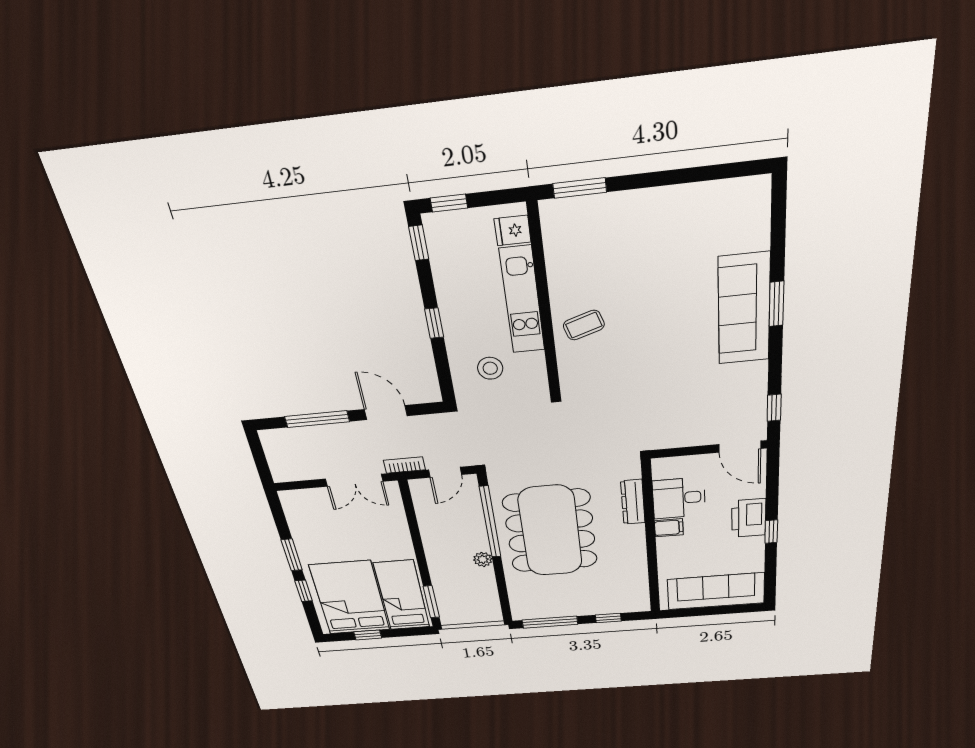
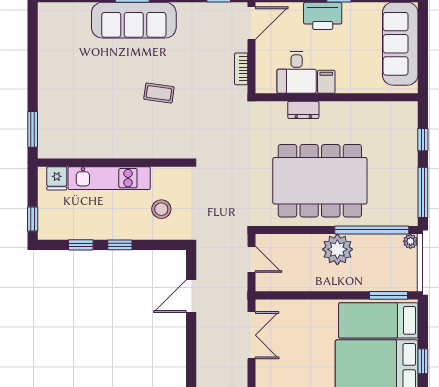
window: (419, 243) -> (81, 245), moved
coffee table: (584, 325) -> (159, 93), moved, turned -64
window: (317, 419) -> (191, 351), removed
bookcase: (404, 465) -> (241, 69), moved
dresser: (633, 502) -> (303, 110), width x0.70
window: (490, 522) -> (372, 230), moved
plant: (483, 559) -> (337, 249), width x1.87, depth x1.87
plant: (494, 616) -> (410, 241), added

